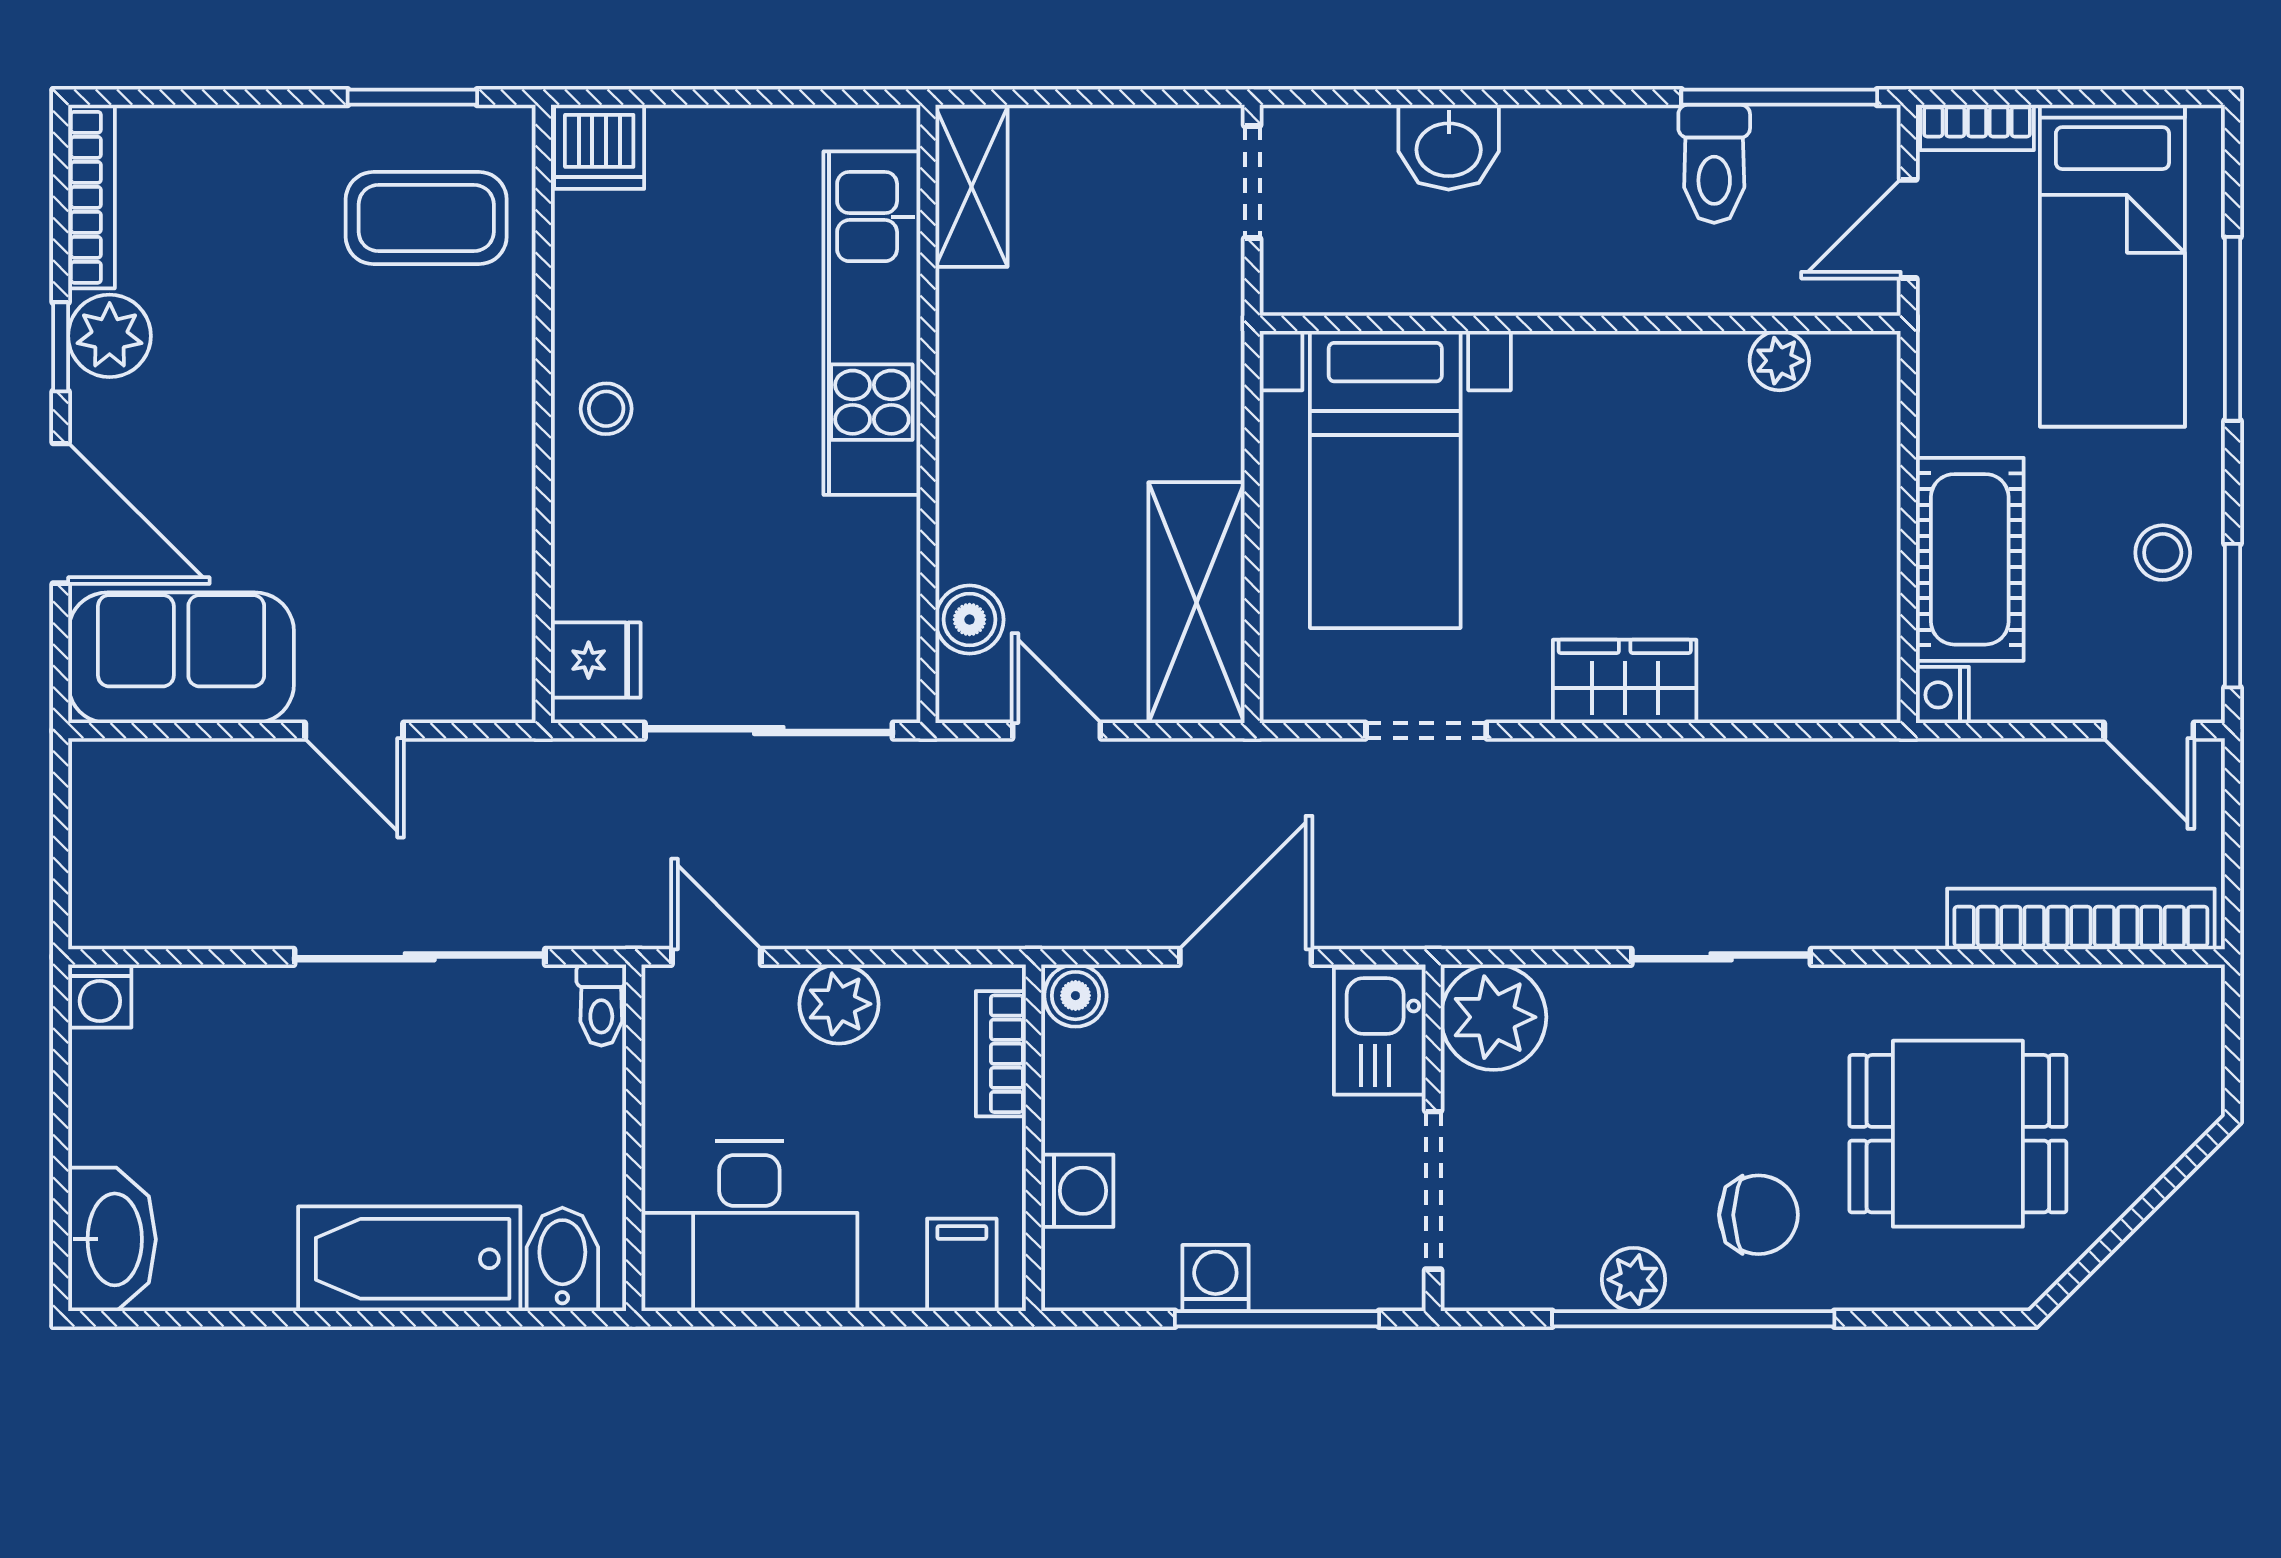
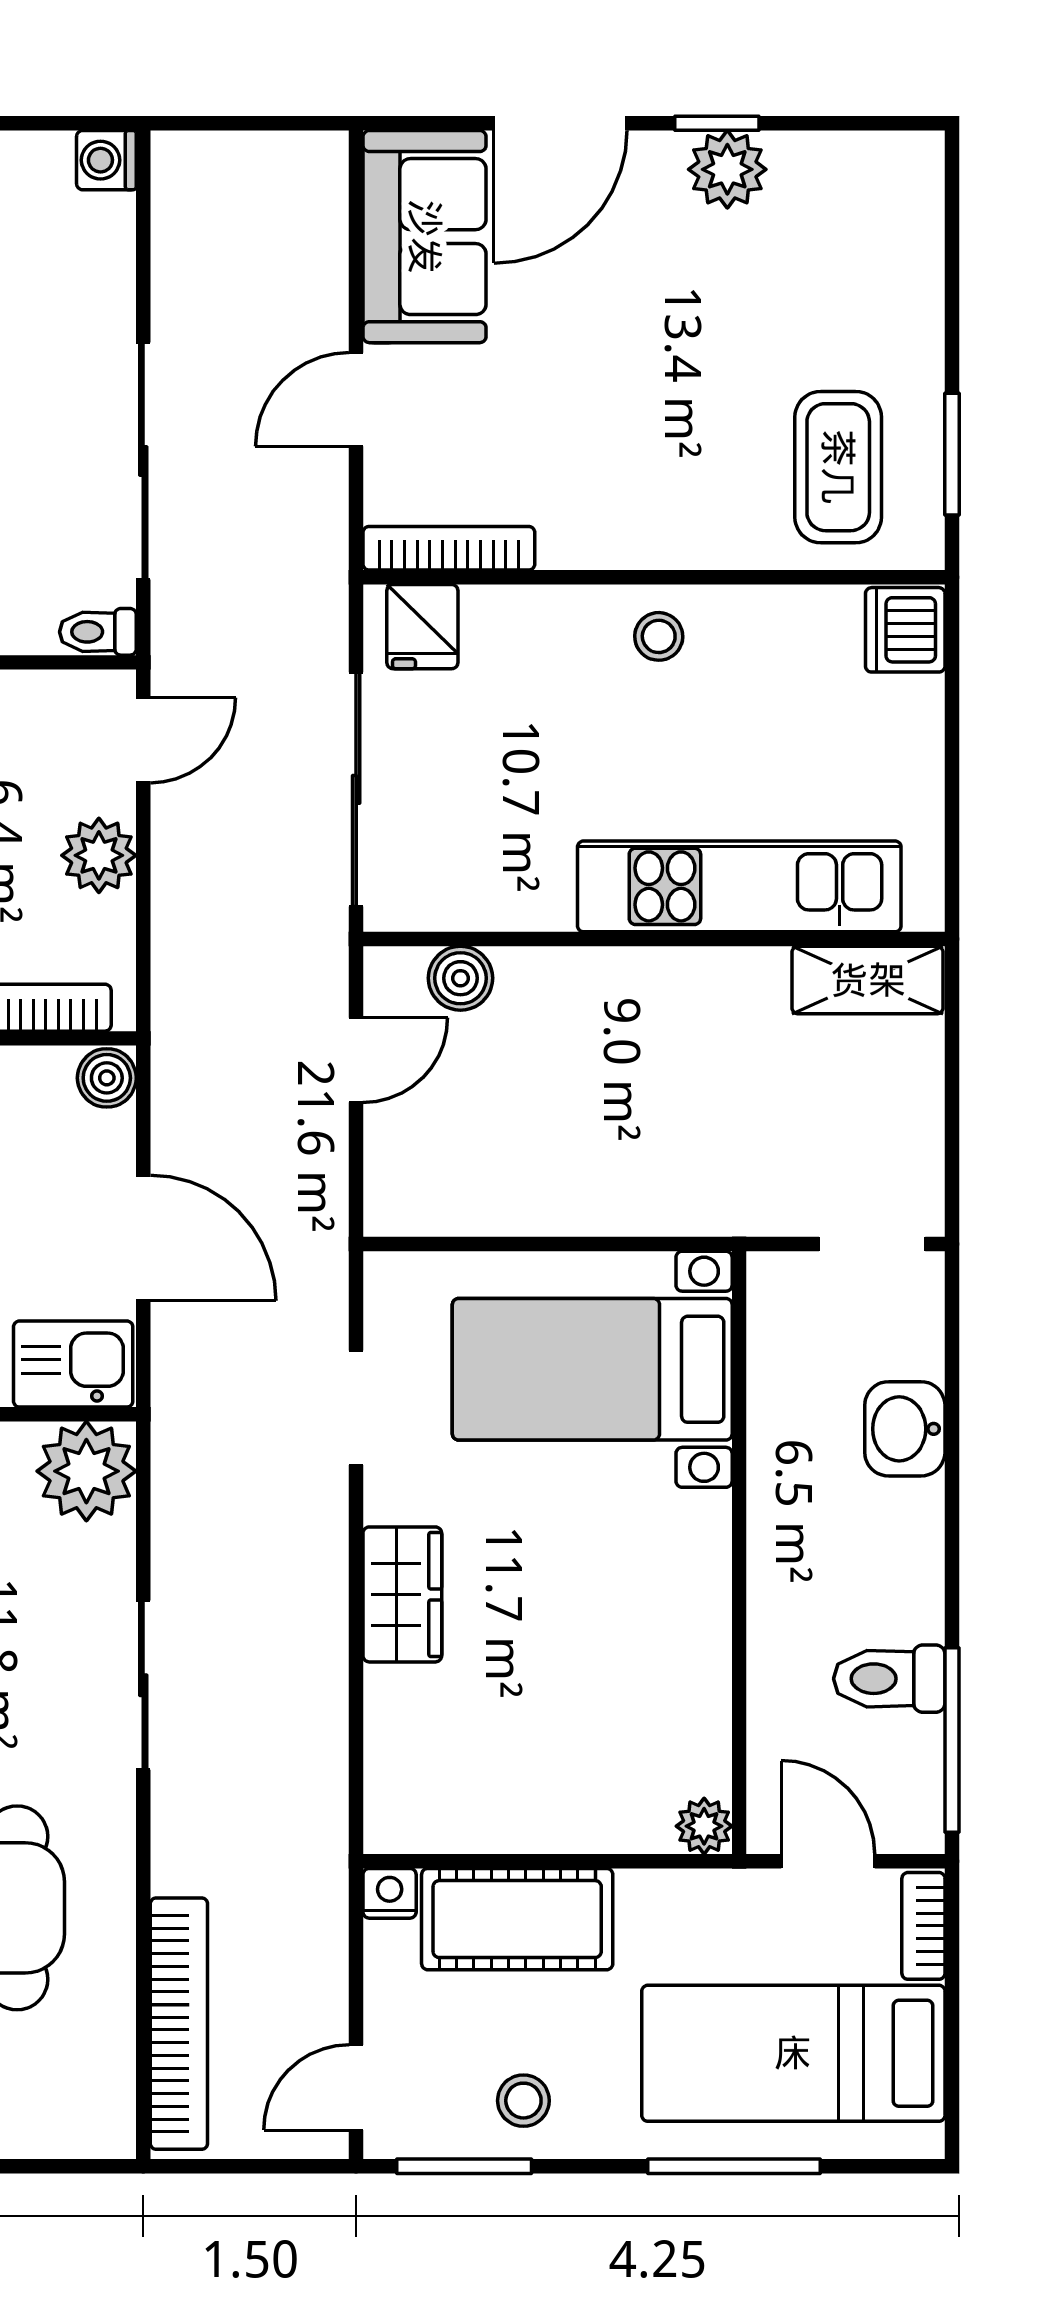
bookcase: (92, 197) -> (449, 548), moved, turned 180
plant: (1779, 361) -> (704, 1826), moved
shelving: (1196, 603) -> (476, 1192), removed

